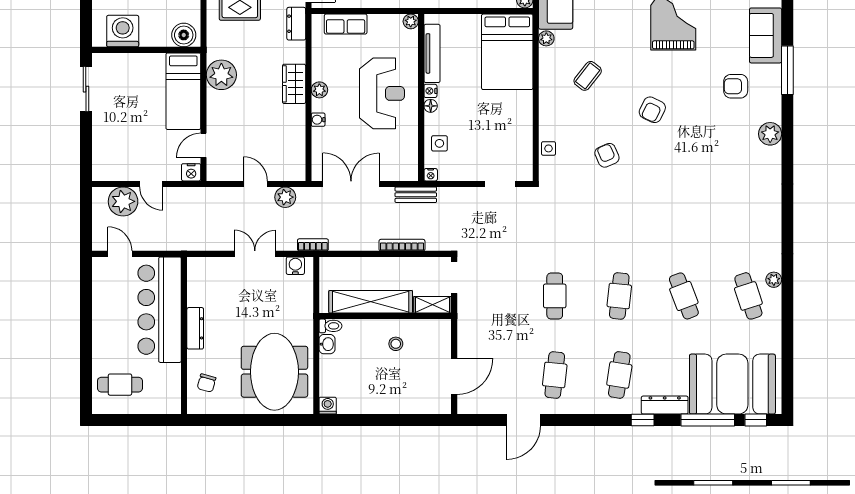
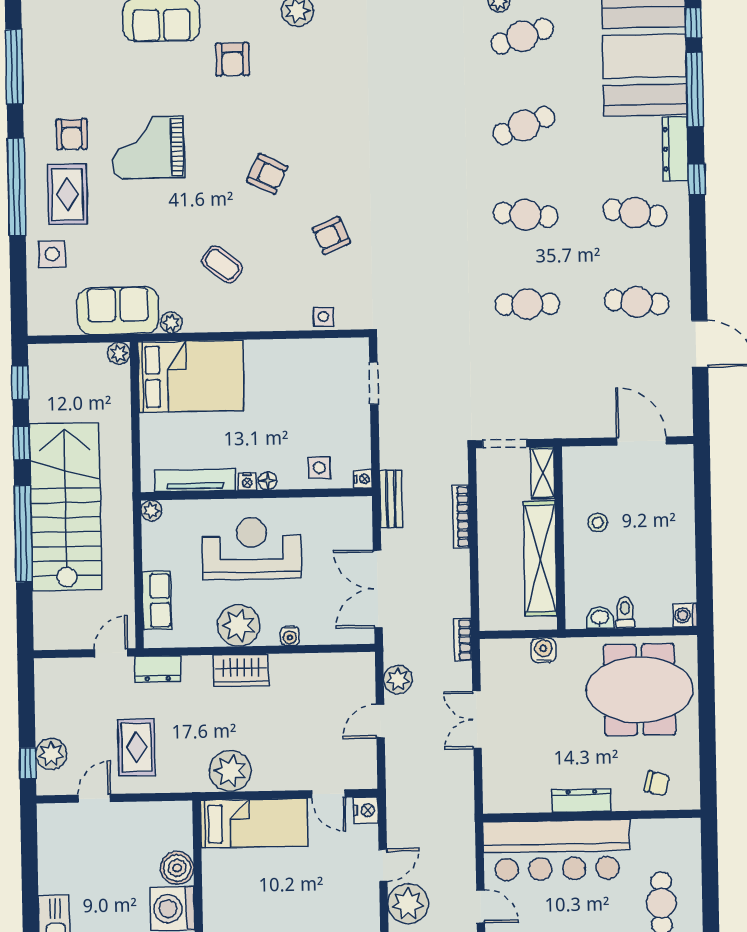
boiler: (184, 35) -> (177, 868), moved
plant: (319, 90) -> (239, 625), width x1.88, depth x1.88
door: (120, 254) -> (481, 907), swing flipped
water cooler: (295, 266) -> (543, 650), moved, turned 90
toilet: (330, 326) -> (625, 613), moved

